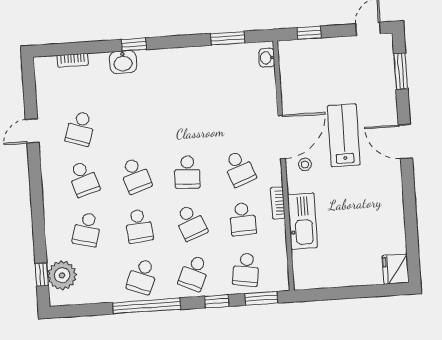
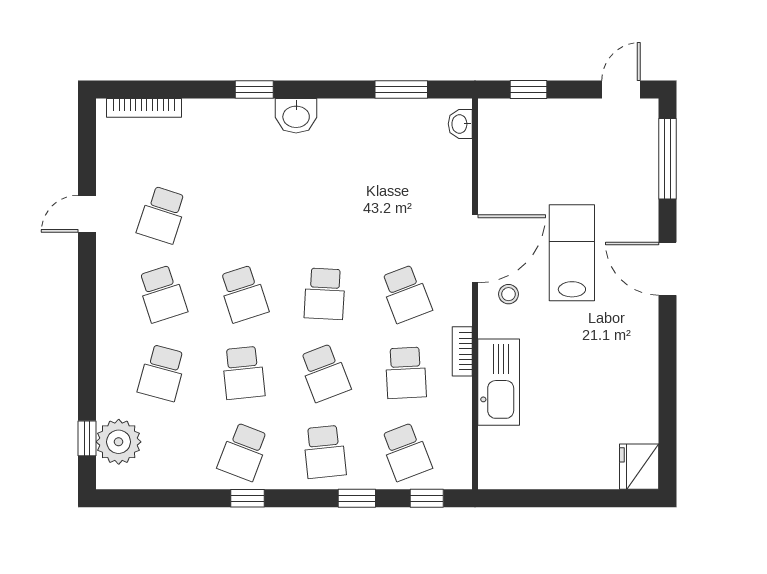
bookcase: (73, 60) -> (144, 108), width x1.56
washbasin: (123, 62) -> (296, 116), moved
window: (401, 71) -> (668, 159), width x1.44
school desk: (246, 270) -> (406, 452), turned -30
school desk: (194, 273) -> (325, 452), turned -30
window: (261, 298) -> (427, 498), width x0.67
window: (147, 306) -> (247, 498), width x0.32

